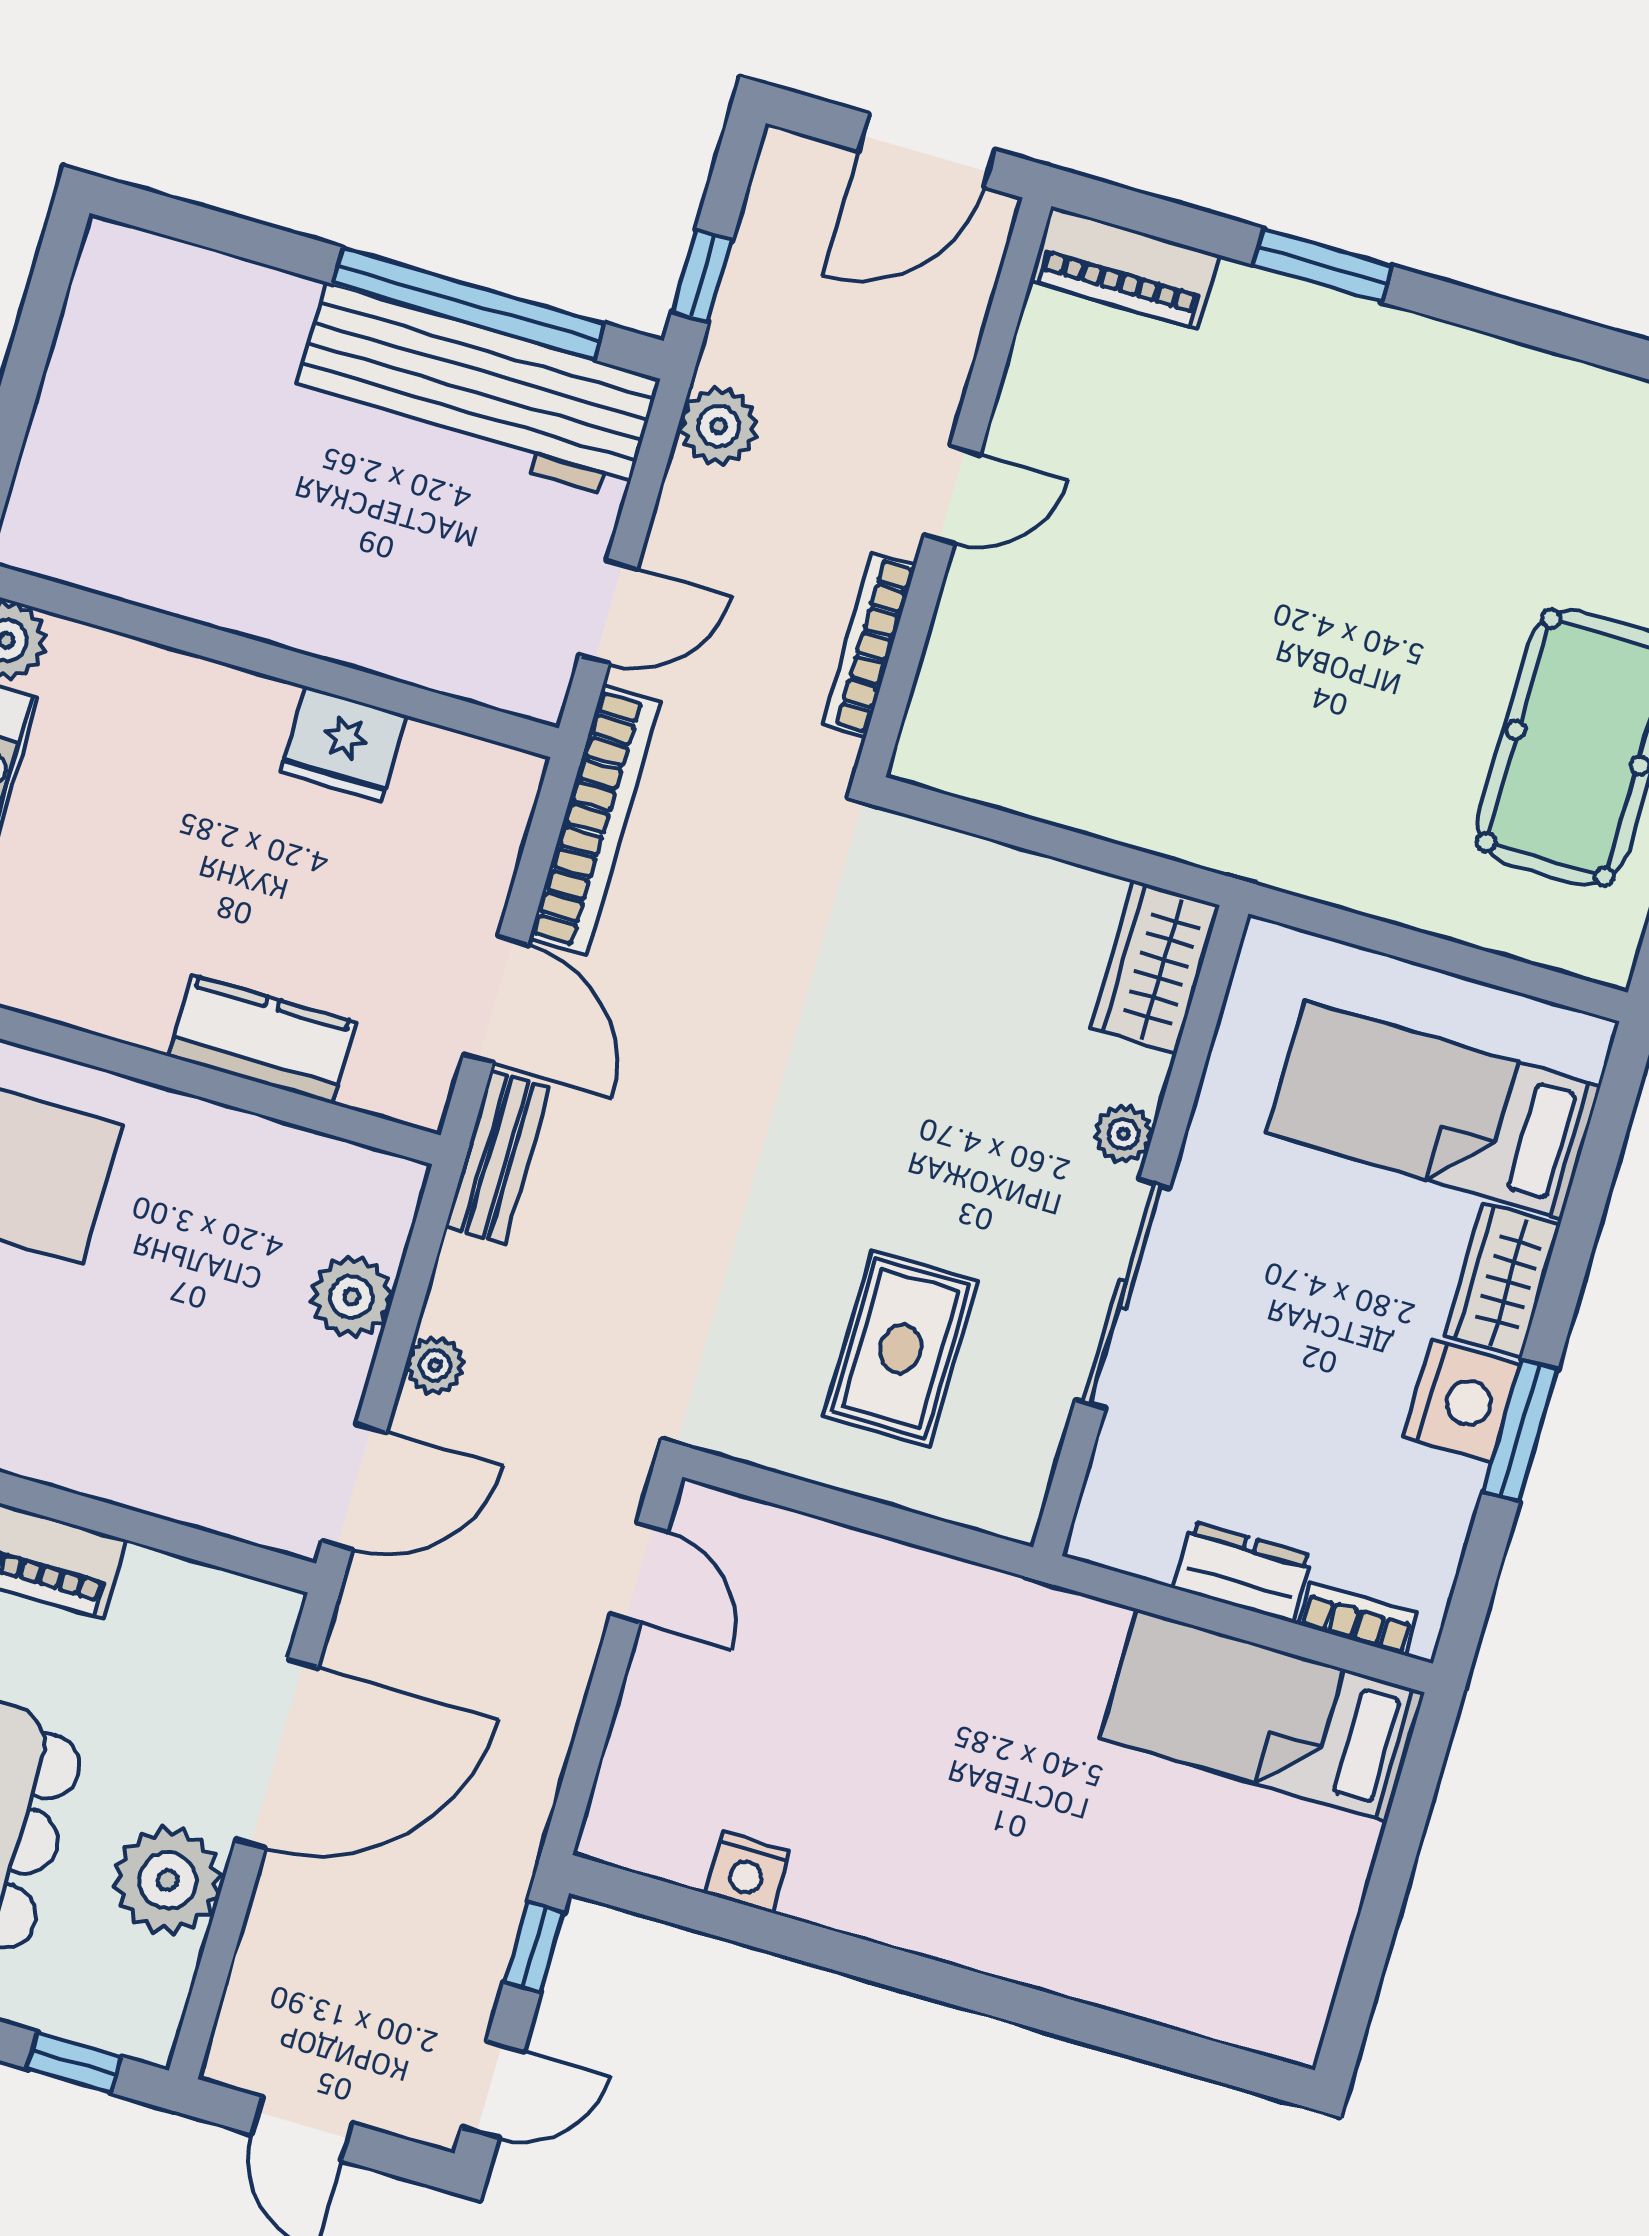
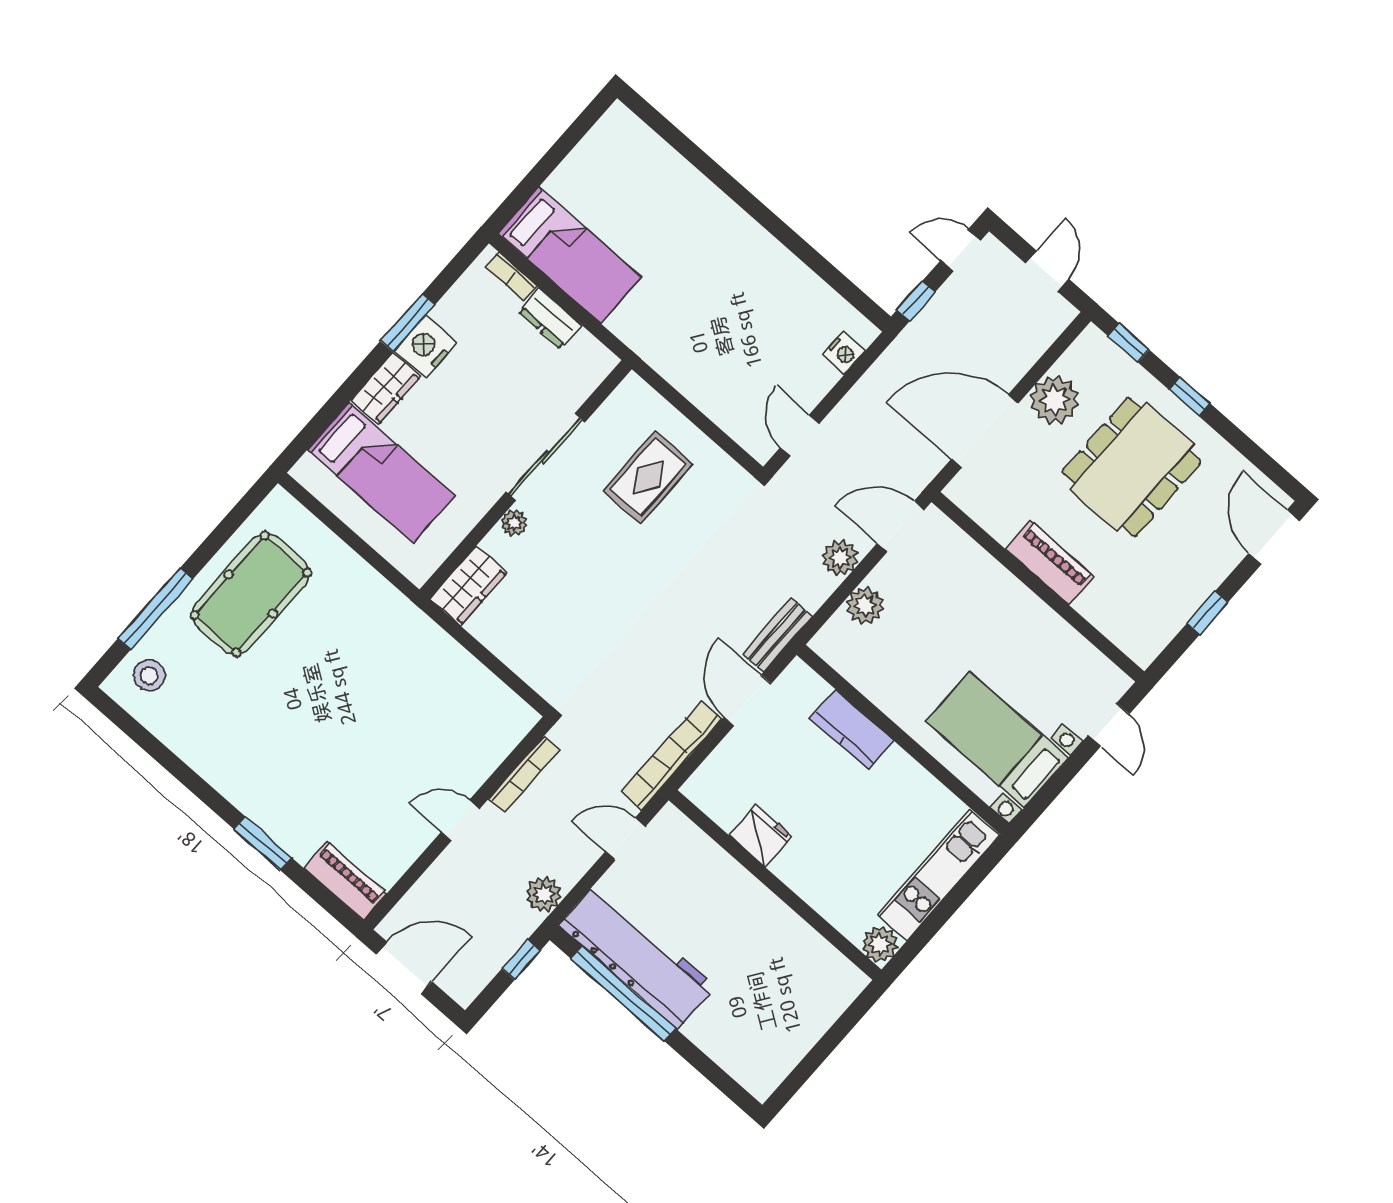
plant: (435, 1365) -> (840, 558), width x1.38, depth x1.38
nightstand: (747, 1872) -> (844, 353), moved, turned 90

